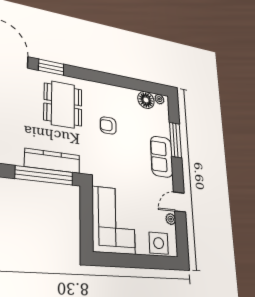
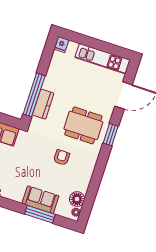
window: (51, 67) -> (111, 135), moved
sofa: (162, 157) -> (40, 200), moved
kitchen counter: (52, 161) -> (43, 104), width x0.67

